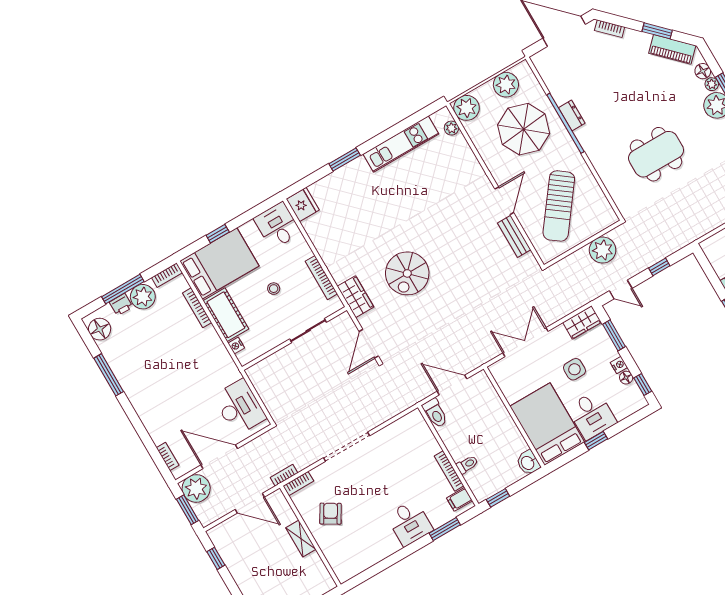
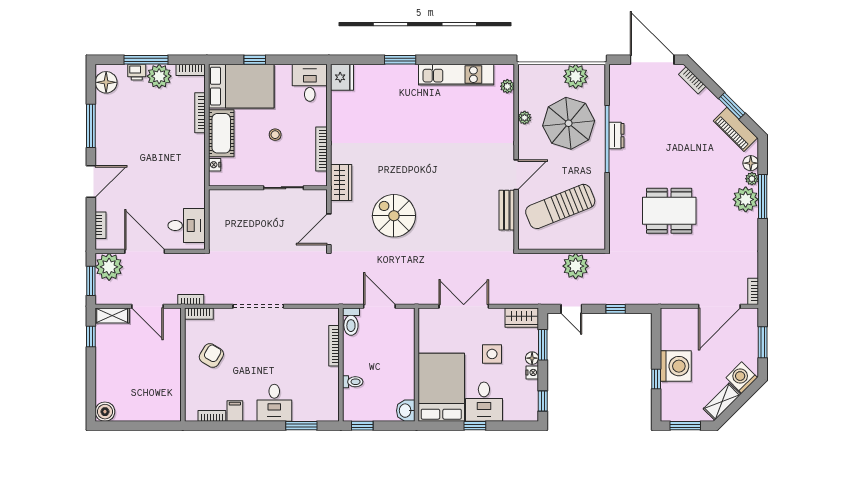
plant: (467, 108) -> (525, 118), moved, width x0.53, depth x0.53
sun lounger: (559, 206) -> (560, 206), turned 31
spiral stairs: (407, 273) -> (394, 216), moved, turned 90
floor lamp: (626, 378) -> (532, 358), moved
desk: (240, 407) -> (187, 225), width x0.73
door: (137, 423) -> (91, 181), added
bookcase: (449, 471) -> (334, 346), moved
filing cabinet: (460, 499) -> (235, 411), moved, turned 90
shelving: (301, 539) -> (112, 316), moved, turned 90
bookcase: (362, 566) -> (212, 416), added

